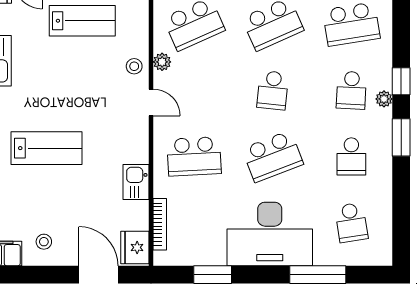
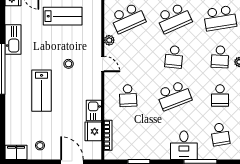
stool: (134, 66) -> (69, 64), moved
lab bench: (46, 148) -> (42, 91), turned 90
school desk: (194, 156) -> (128, 96), width x0.54
desk: (270, 234) -> (184, 145), width x0.53, depth x0.77
fridge: (135, 247) -> (93, 131), moved

